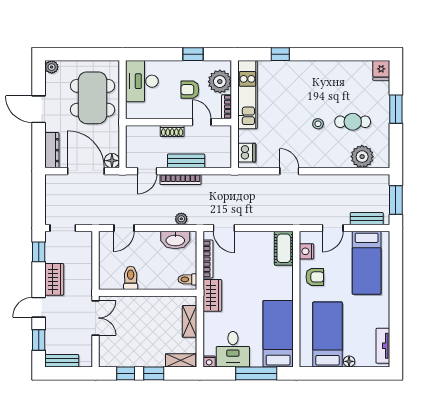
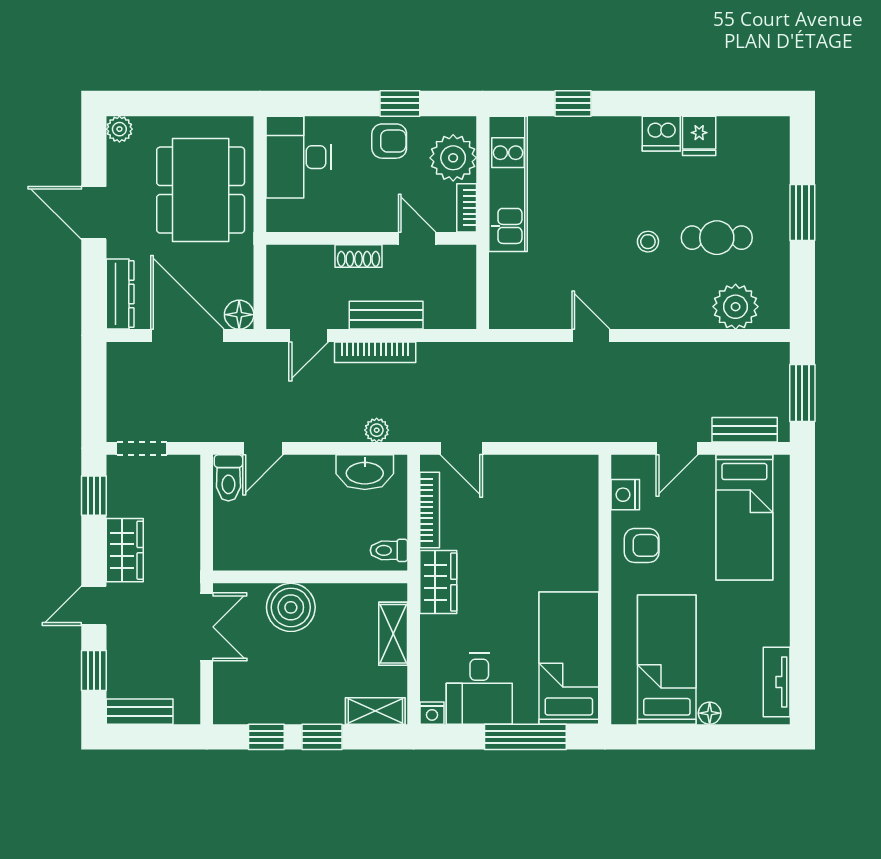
fridge: (381, 70) -> (699, 136), moved
armchair: (190, 90) -> (389, 141), moved, turned 180
dishwasher: (247, 153) -> (661, 134), moved, turned 90
cot: (284, 248) -> (580, 489), removed
toilet: (131, 278) -> (228, 478), moved, turned 180
boiler: (138, 308) -> (291, 607), added

